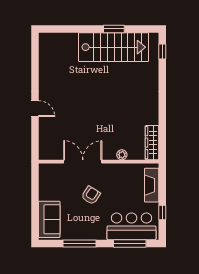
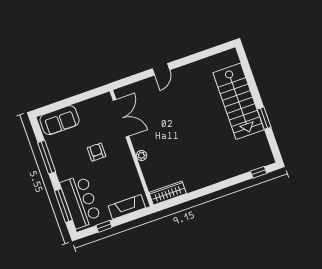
stairs: (114, 47) -> (238, 101), moved
plant: (122, 155) -> (141, 155), moved
double door: (83, 162) -> (121, 118), moved
armchair: (91, 195) -> (97, 152), turned -123

